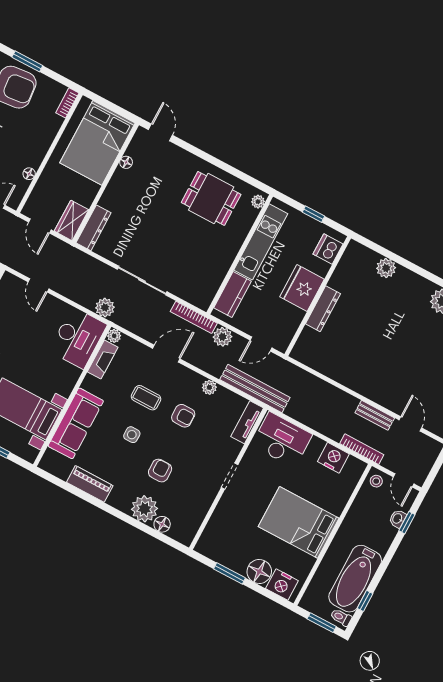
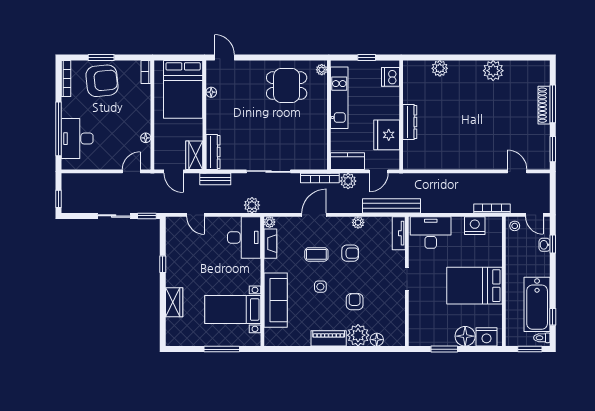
fridge: (302, 288) -> (387, 135), moved
kitchen counter: (232, 295) -> (347, 161), moved, turned -90
bench: (375, 415) -> (215, 179), moved
piano: (90, 484) -> (329, 338), moved

